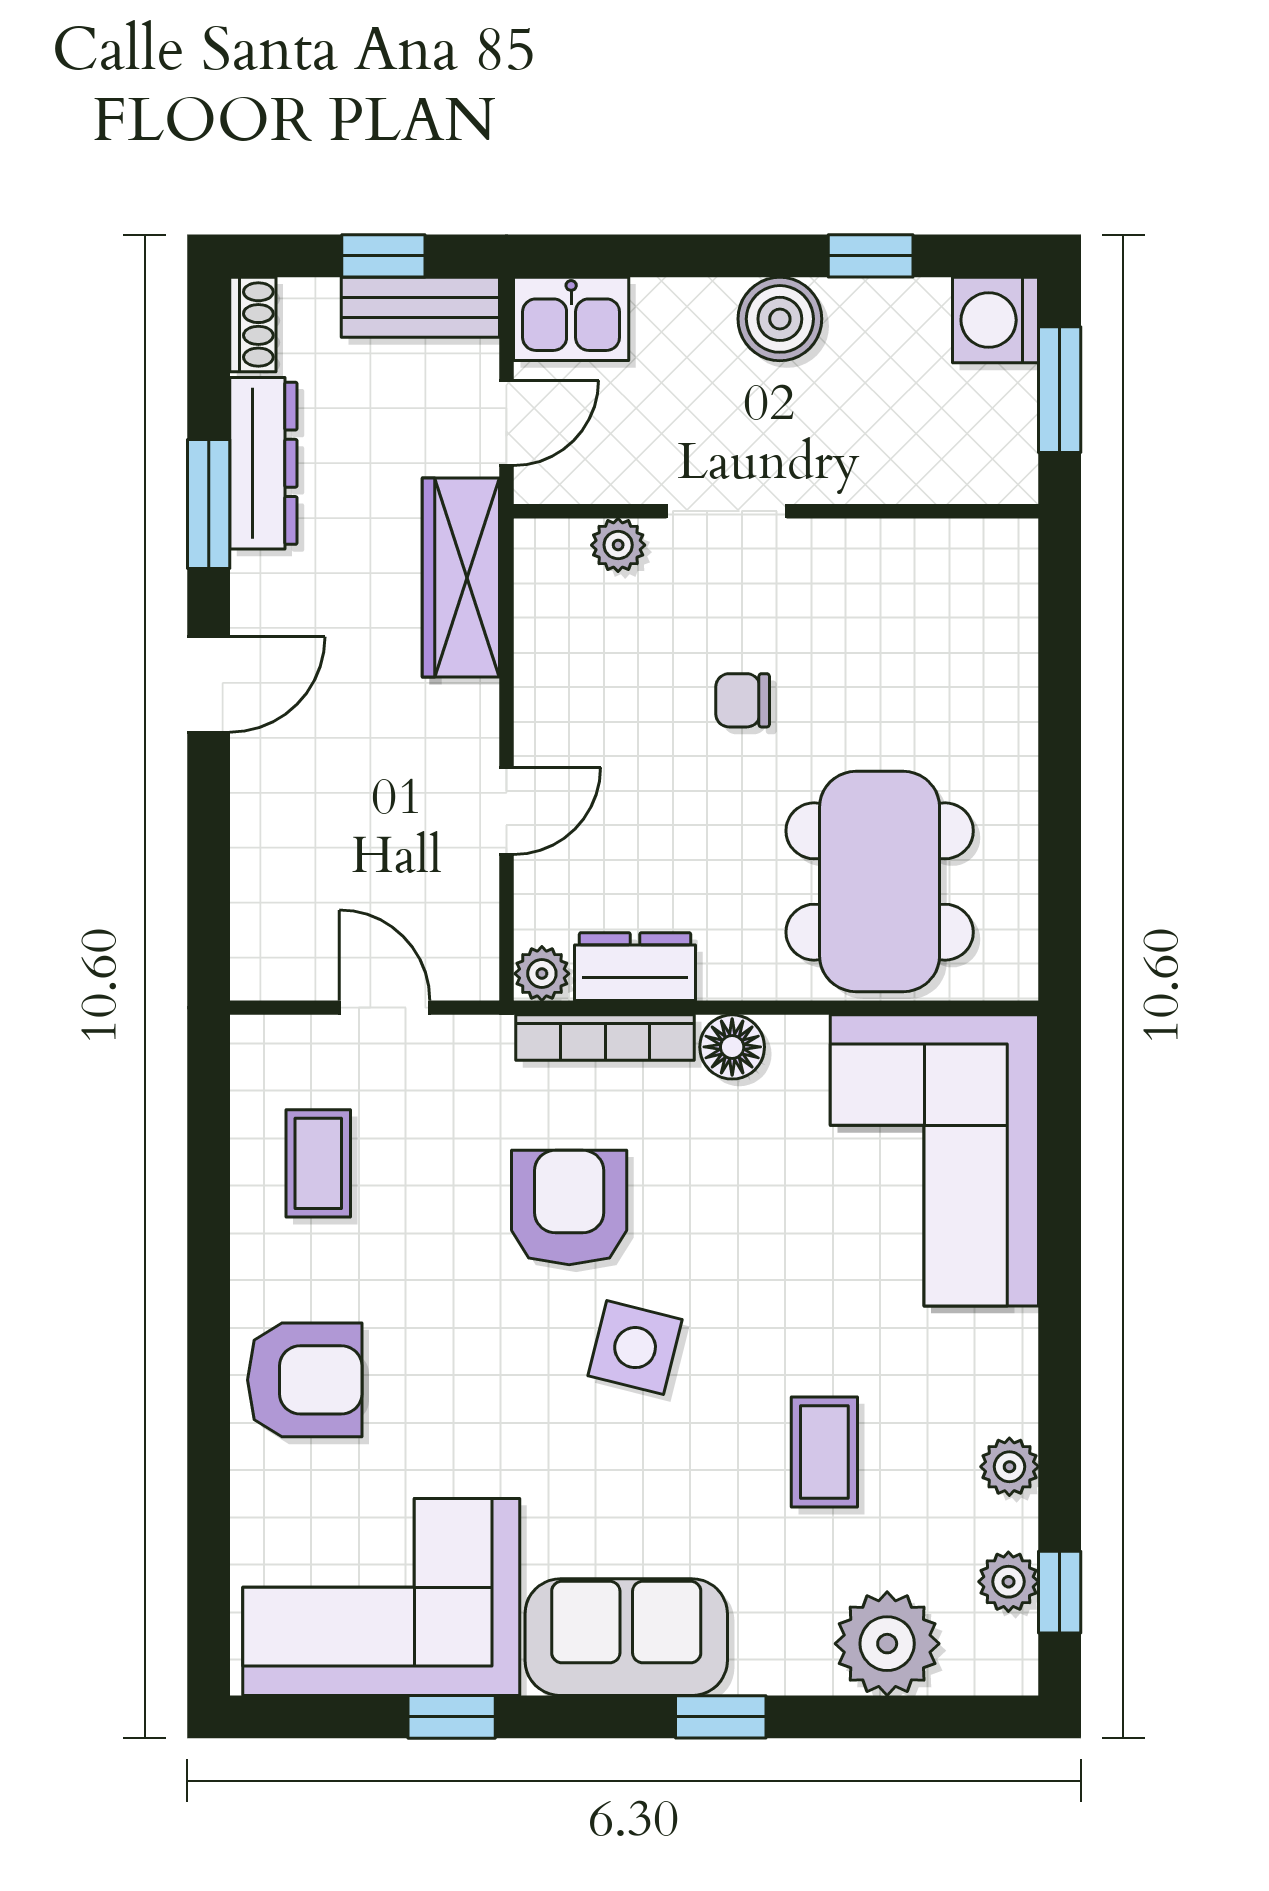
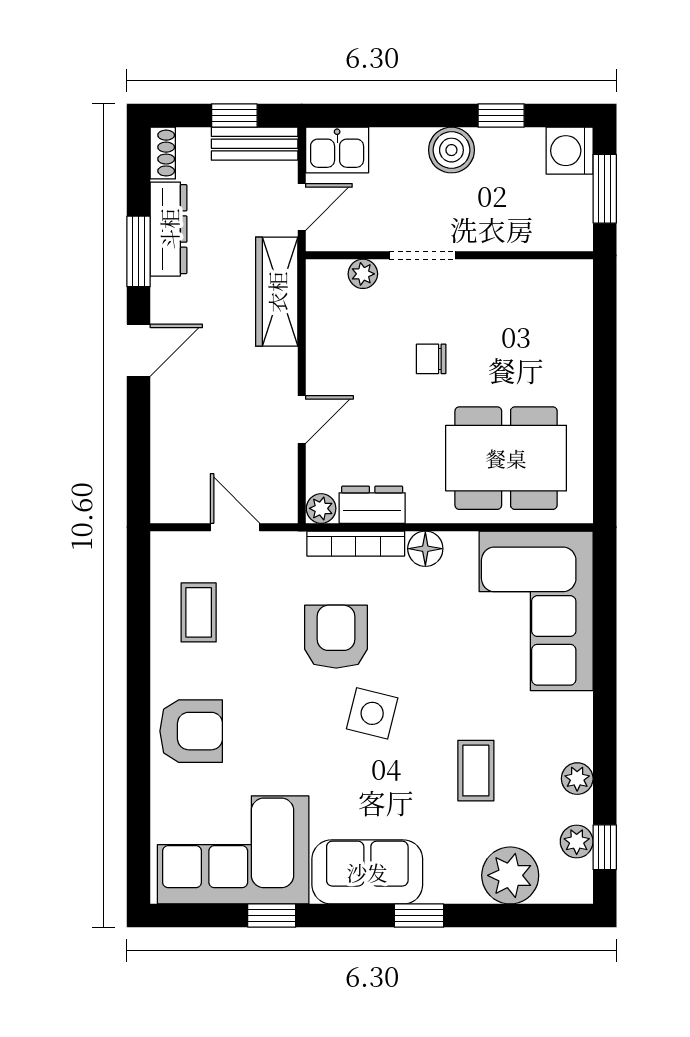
dining table: (880, 881) -> (506, 458), turned 90

